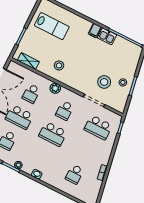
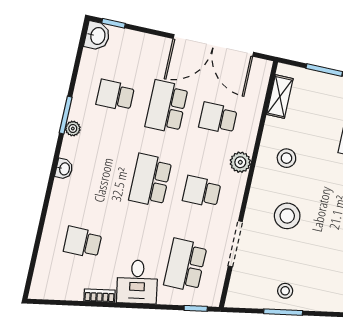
stool: (104, 82) -> (287, 216), moved
desk: (100, 153) -> (137, 282), added

